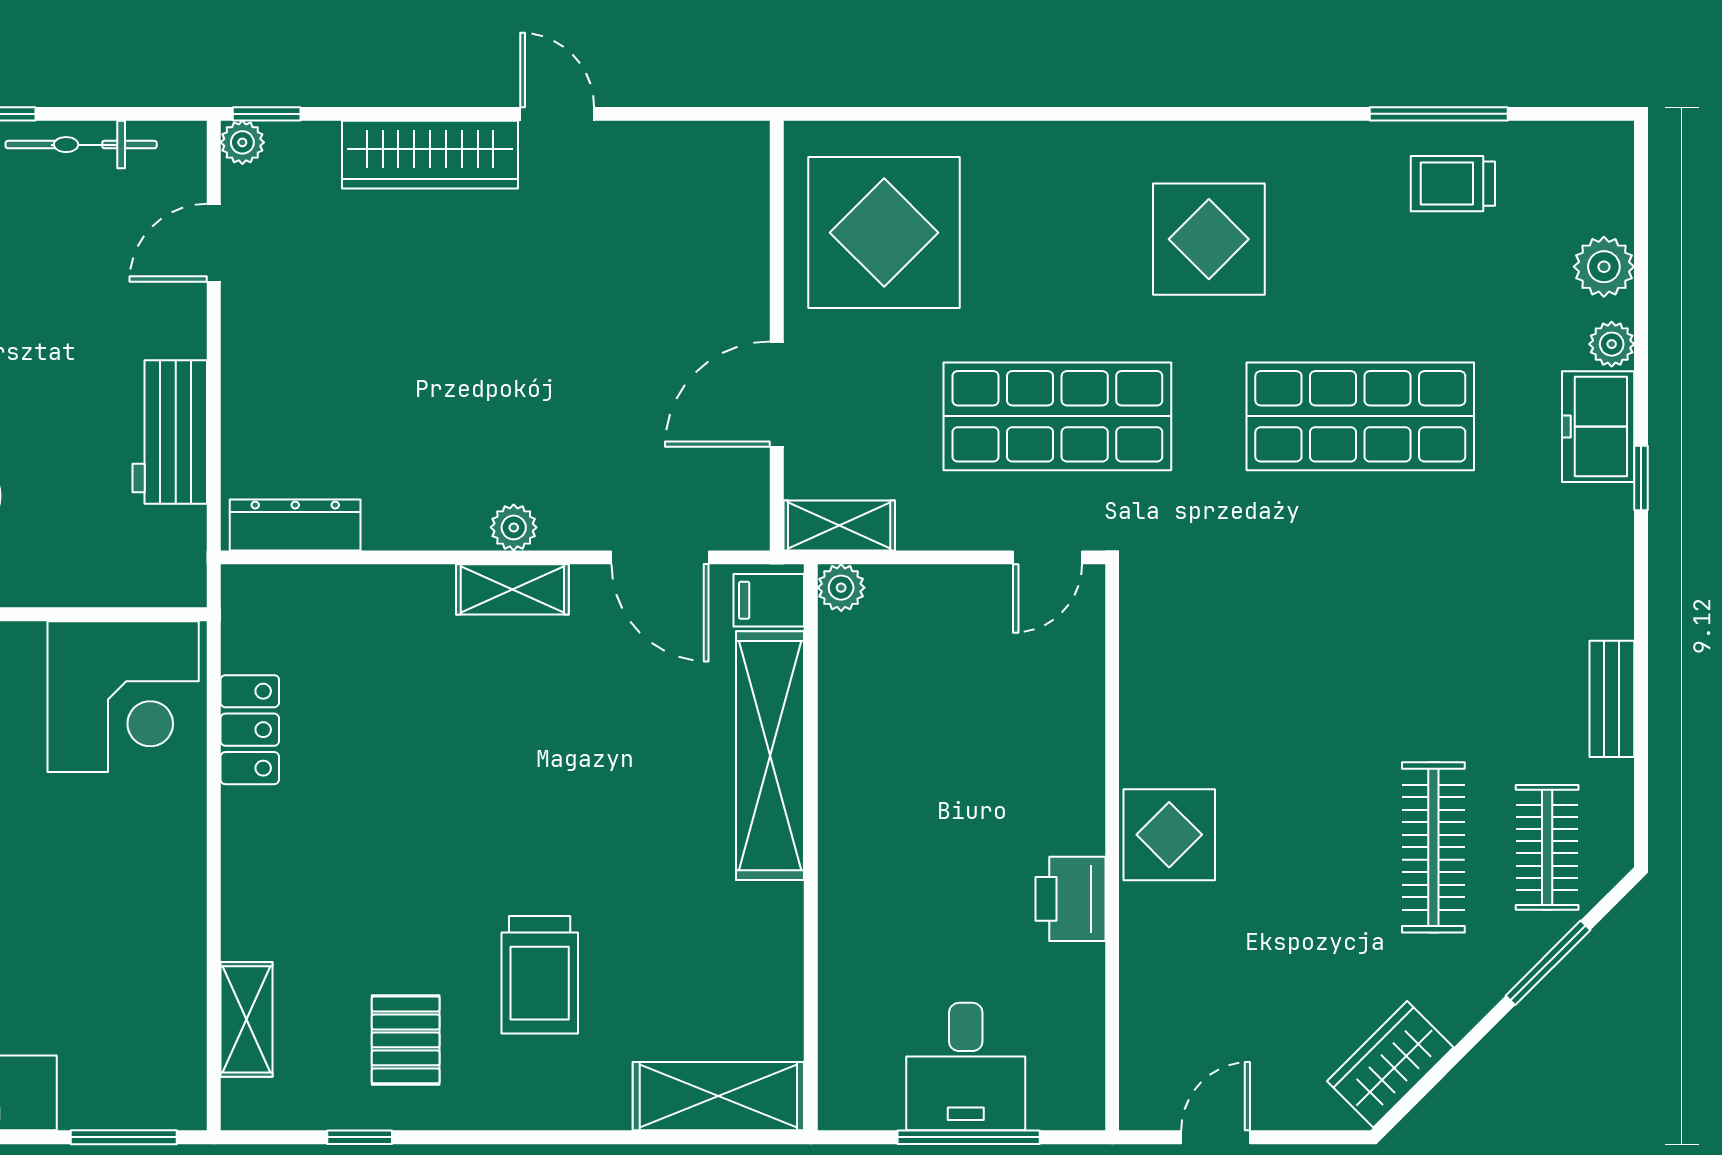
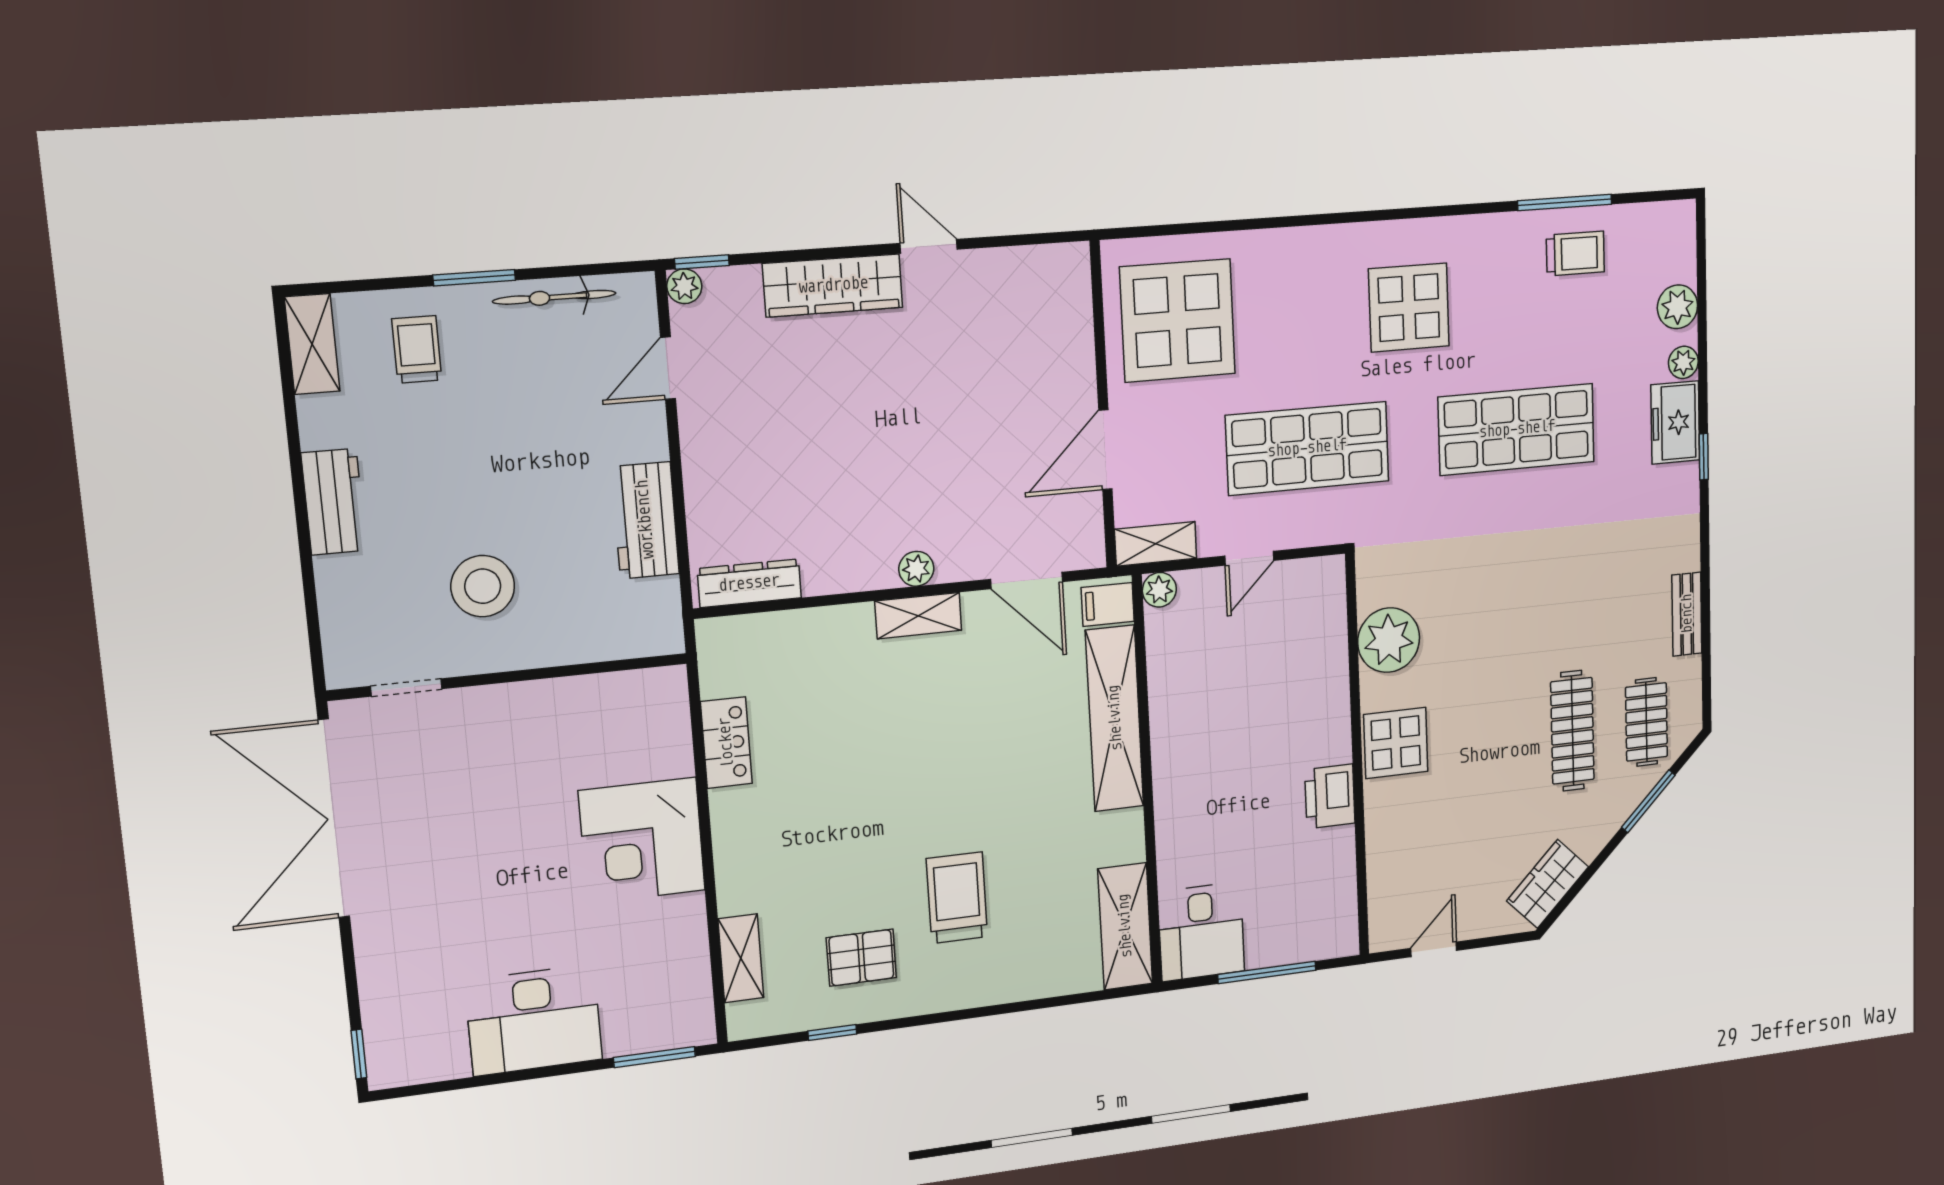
trolley: (1453, 184) -> (1575, 254), turned 180
door: (1048, 557) -> (1249, 558), moved
plant: (1164, 690) -> (1389, 640), added
corner desk: (123, 697) -> (642, 841), moved, turned 90
trolley: (540, 975) -> (957, 898), turned 180
pallet: (406, 1040) -> (861, 958), turned 90
desk: (966, 1067) -> (1201, 932), moved
shelving: (718, 1096) -> (1125, 926), moved, turned 90

